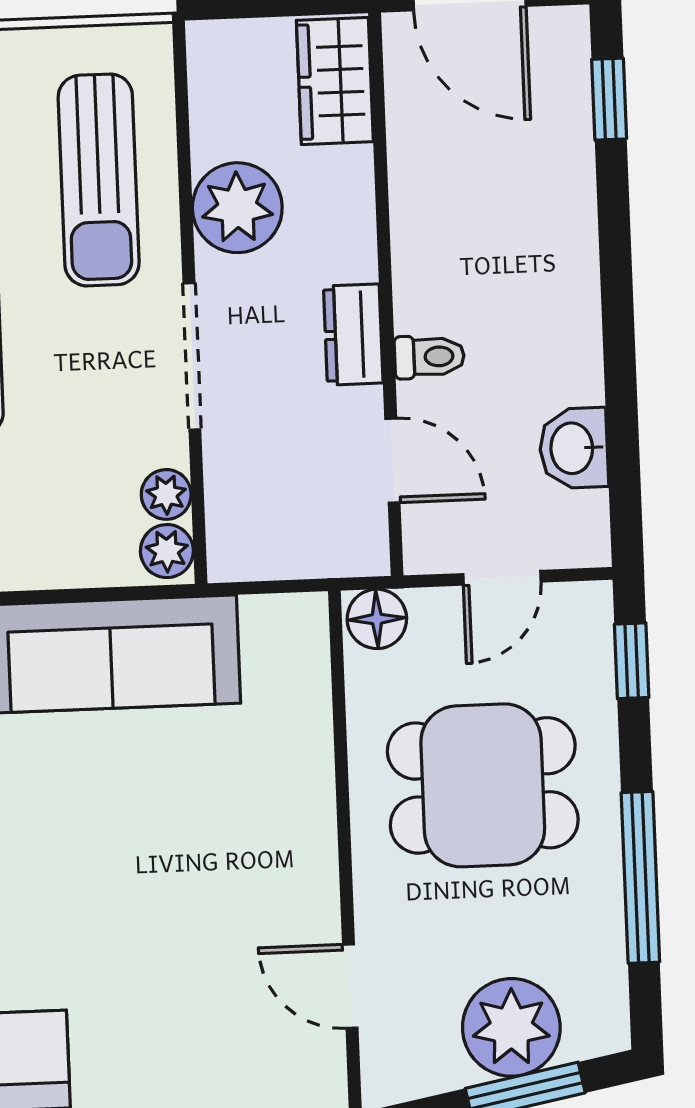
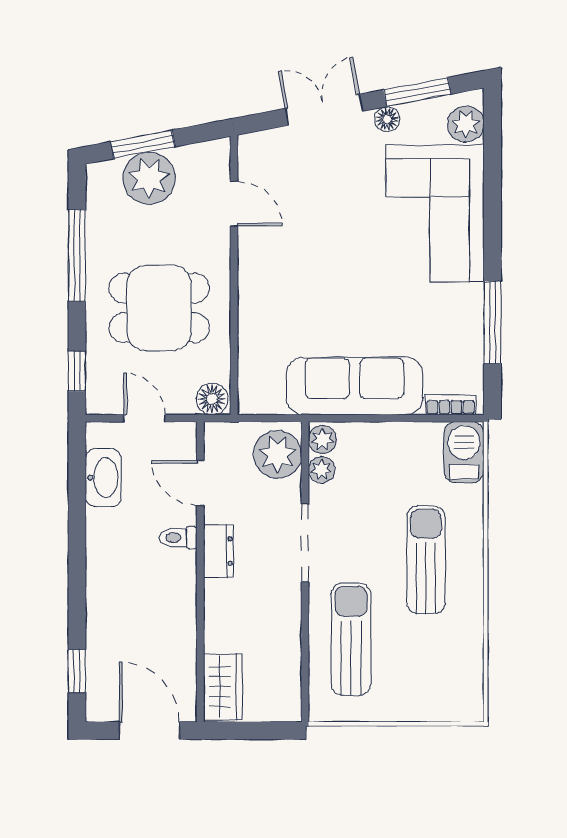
plant: (237, 208) -> (278, 454), moved
washbasin: (574, 448) -> (103, 478), width x1.38
door: (502, 578) -> (144, 418), hinge flipped

